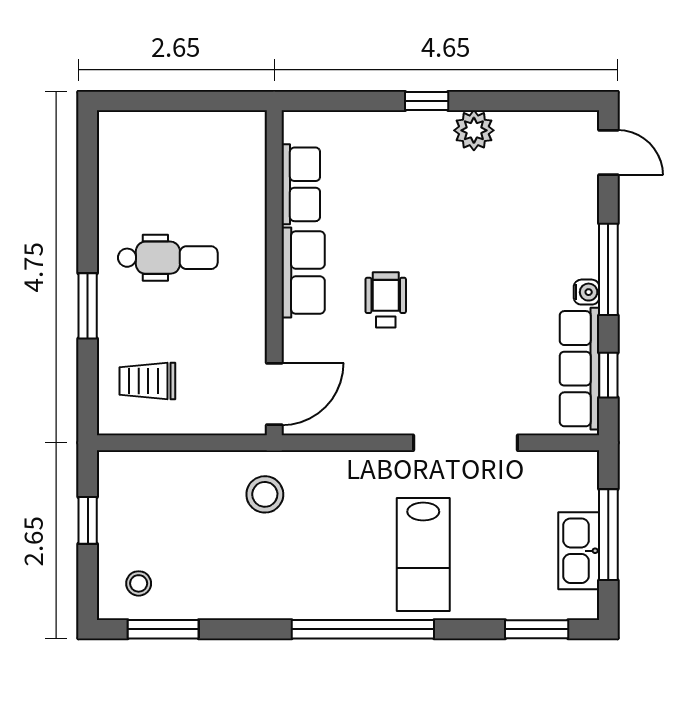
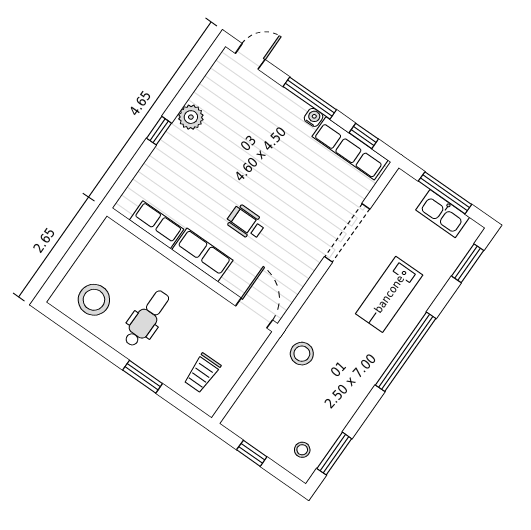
stool: (144, 171) -> (94, 300), added
lab bench: (423, 555) -> (389, 294), turned 90

